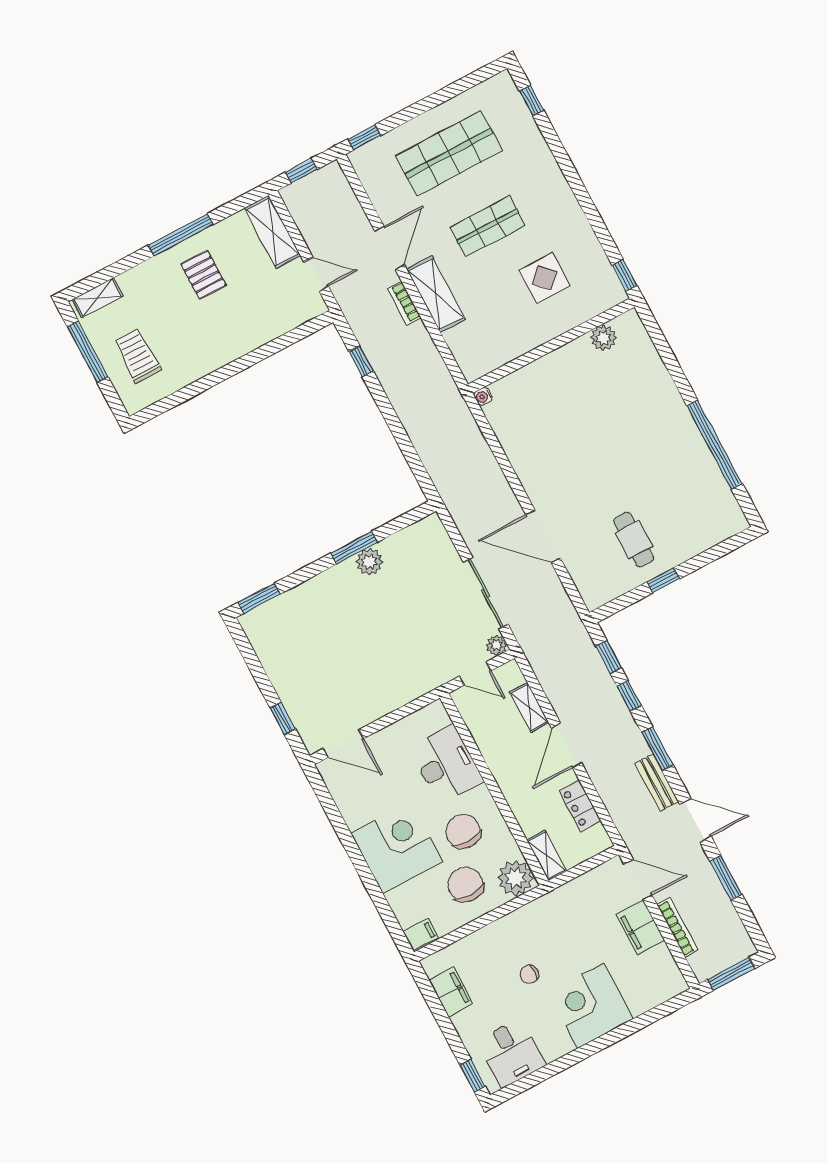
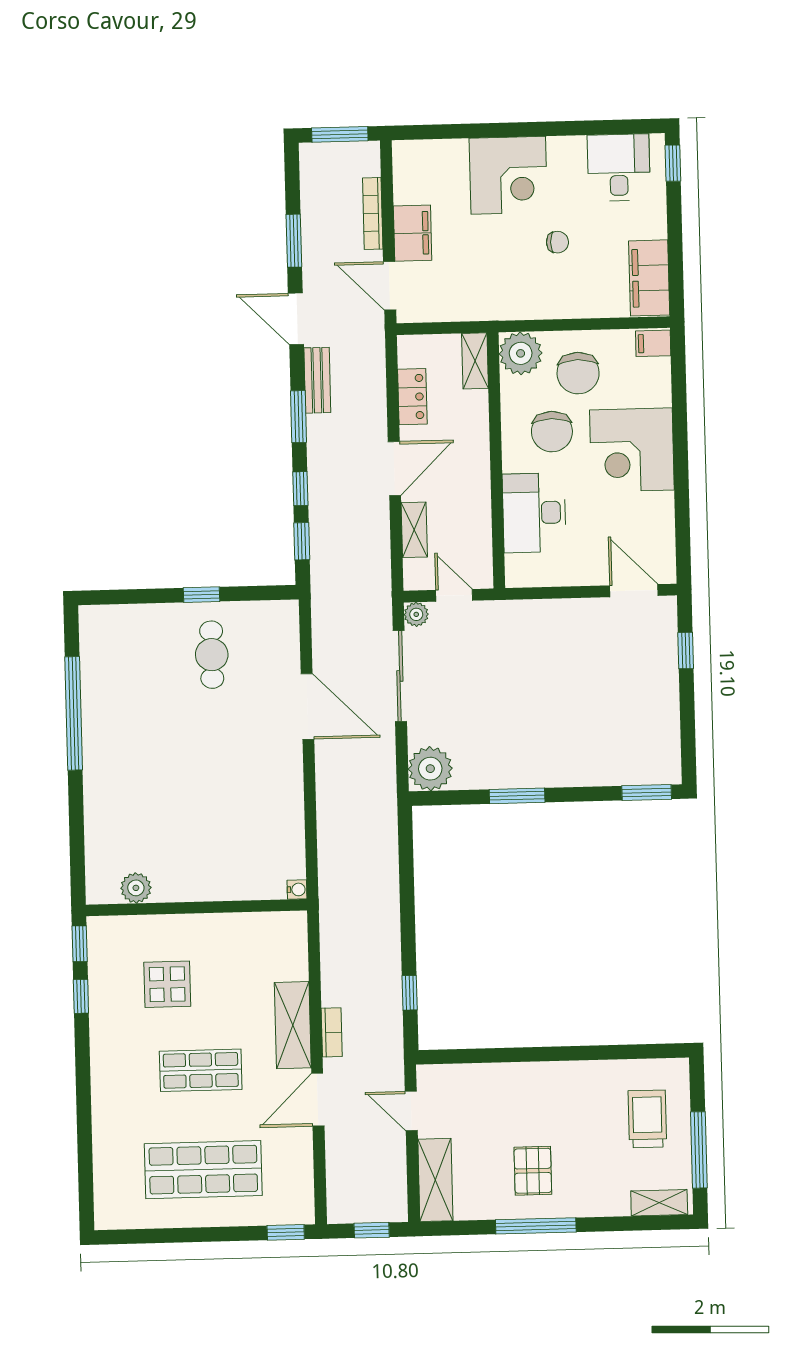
window: (532, 100) -> (81, 996), moved
trolley: (138, 356) -> (647, 1119), turned 180
plant: (369, 562) -> (430, 769), moved, width x1.36, depth x1.36
filing cabinet: (451, 992) -> (649, 278), width x1.50, depth x1.17

